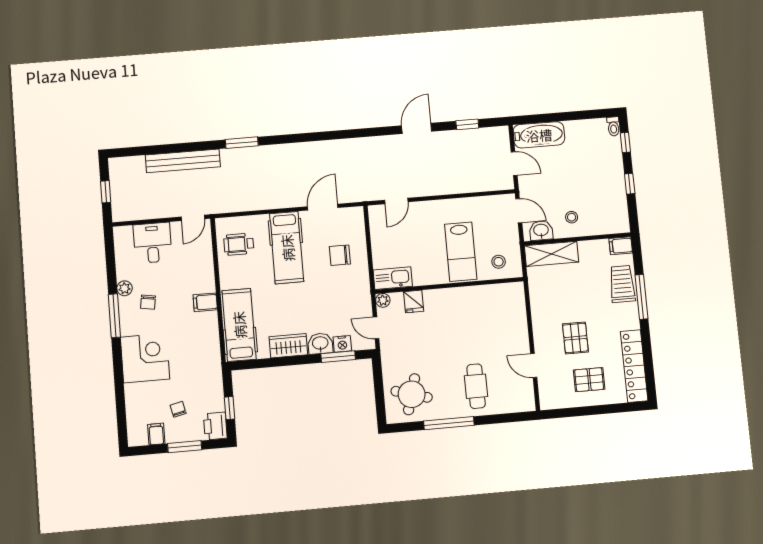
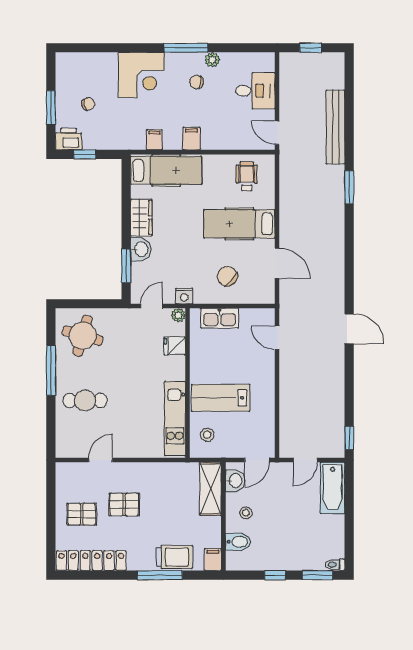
window: (467, 124) -> (349, 438), moved
door: (417, 128) -> (349, 329), moved
window: (625, 143) -> (317, 575), width x1.50
bidet: (601, 223) -> (238, 542), added
chair: (340, 255) -> (227, 276), turned -50
kitchen sink: (393, 278) -> (220, 318), moved, turned 90
kitchen unit: (486, 295) -> (175, 419), added
nightstand: (342, 344) -> (184, 296), moved, turned -90
pallet: (589, 380) -> (82, 514), turned 90
filing cabinet: (156, 434) -> (154, 140), moved, turned -90

